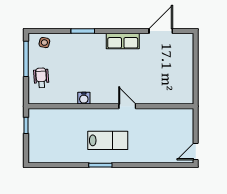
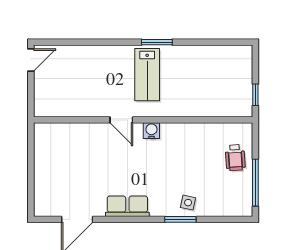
side table: (44, 43) -> (188, 203), moved
water cooler: (84, 98) -> (151, 131), moved
lab bench: (108, 140) -> (147, 75), turned -90

